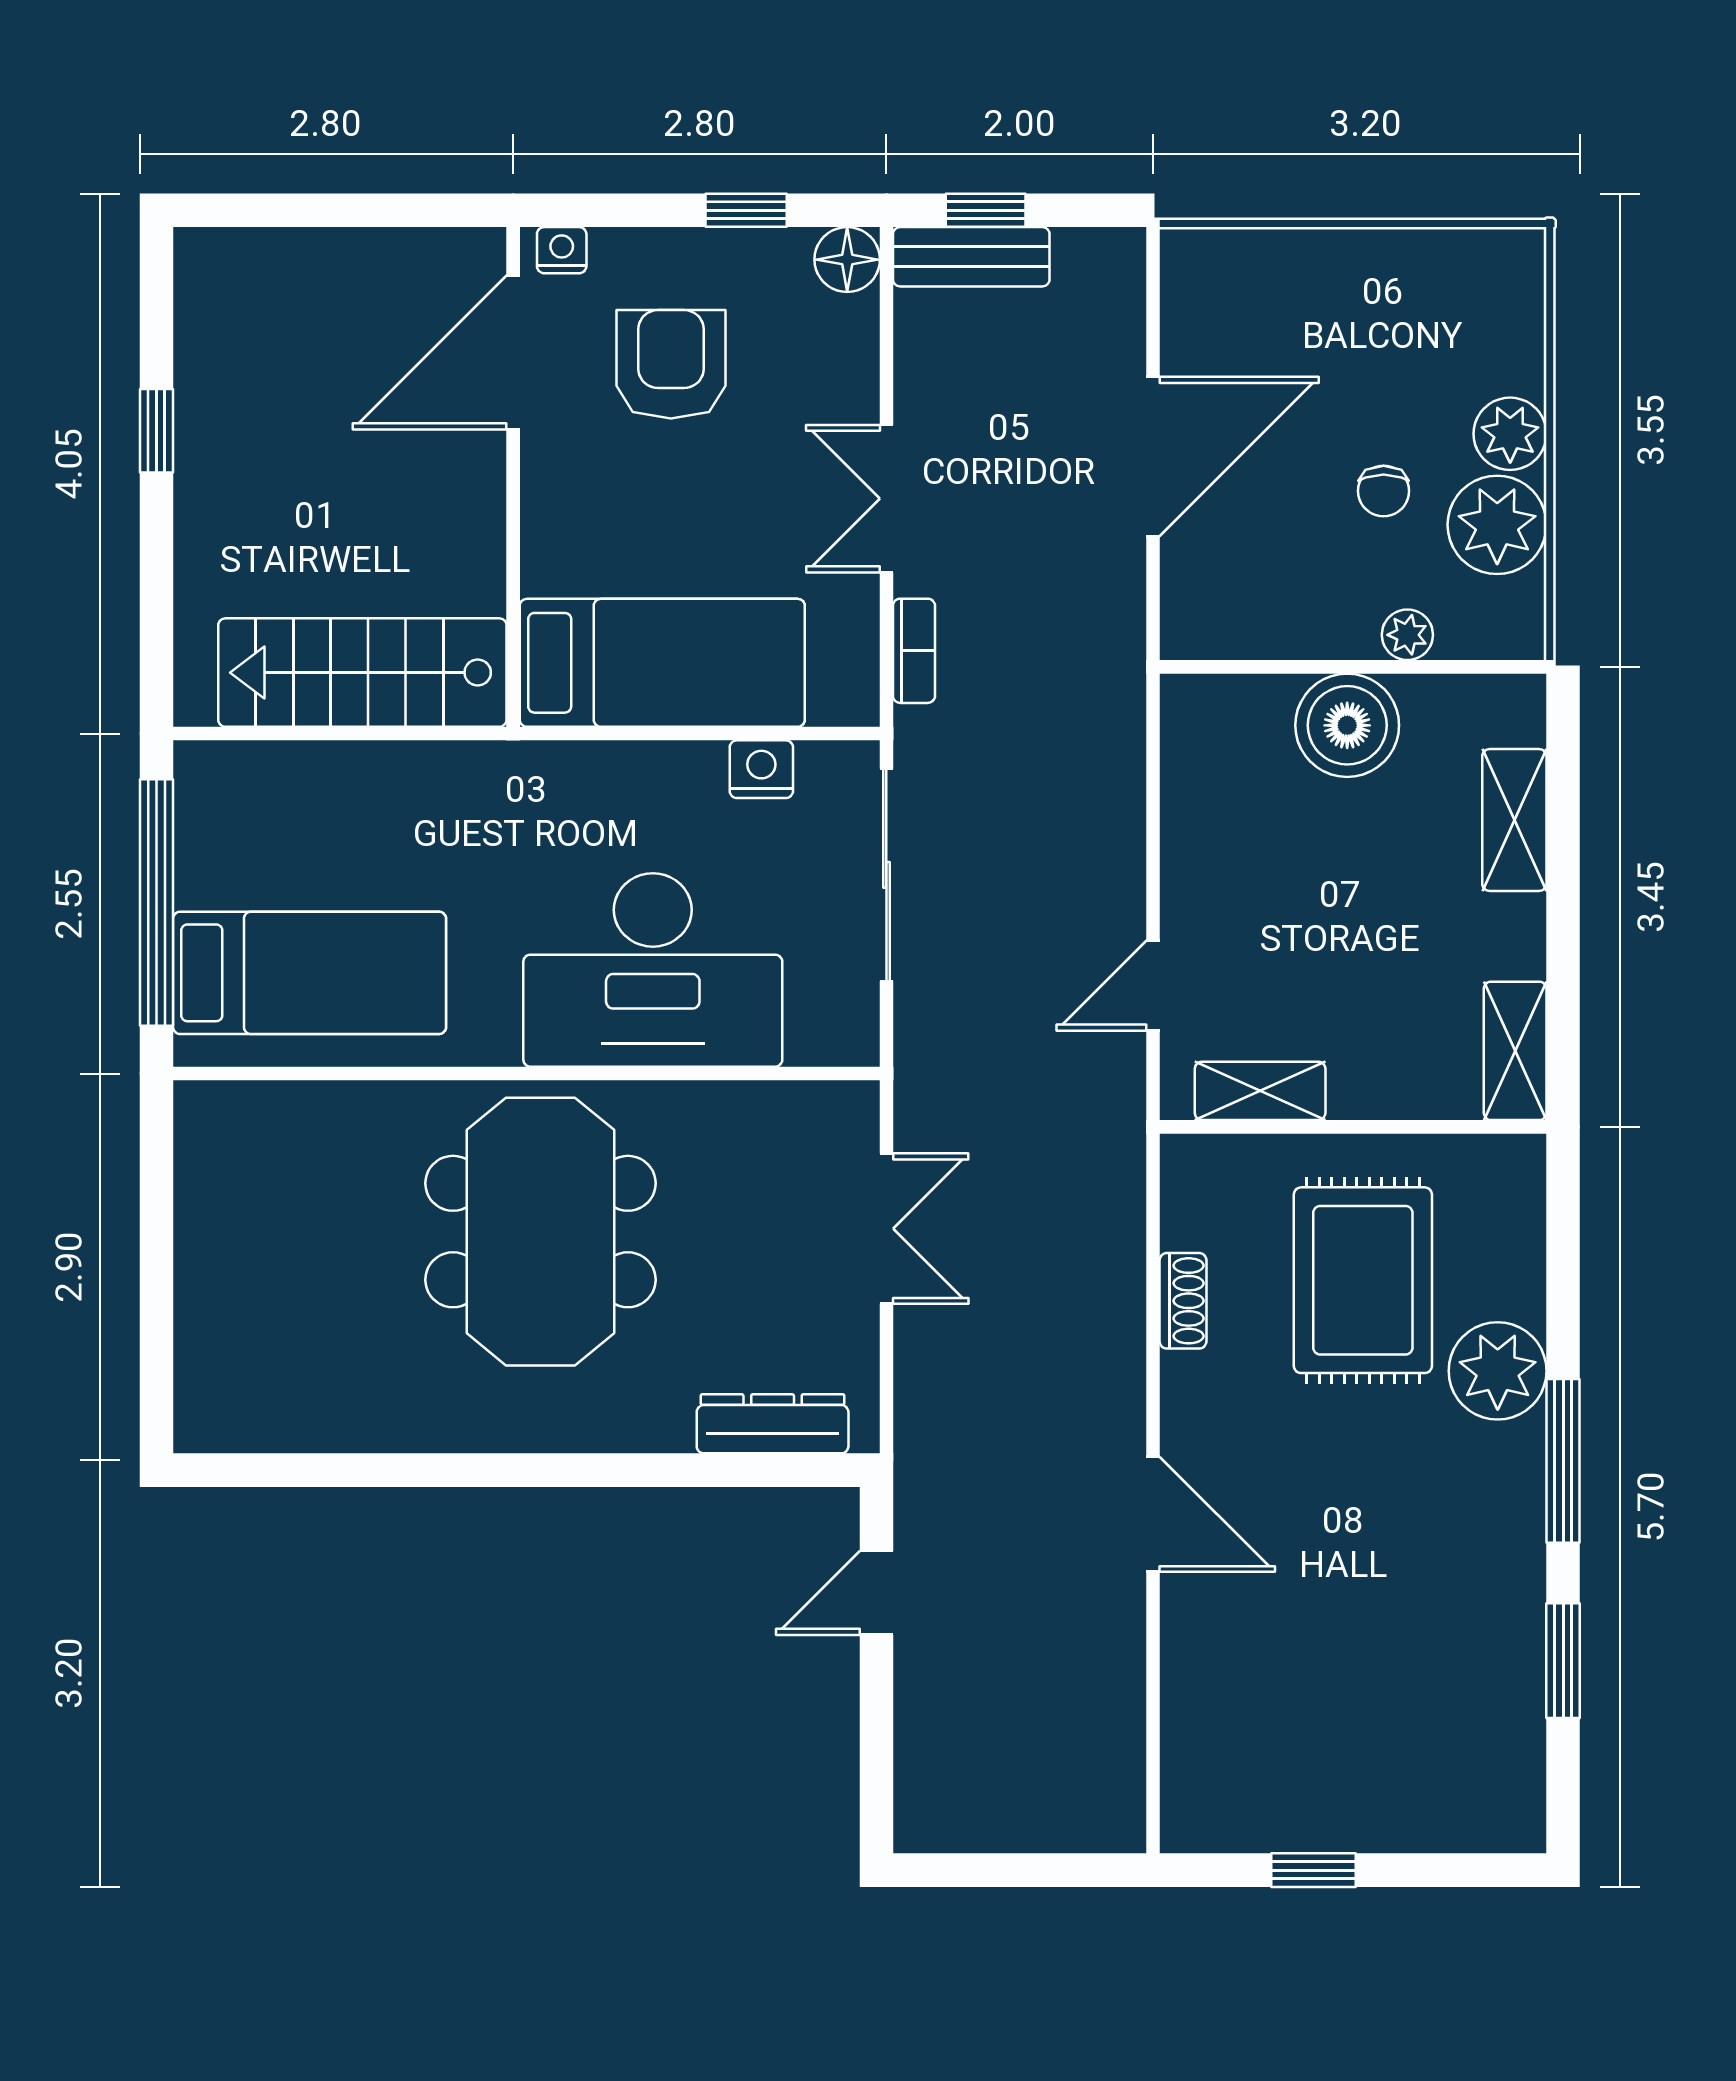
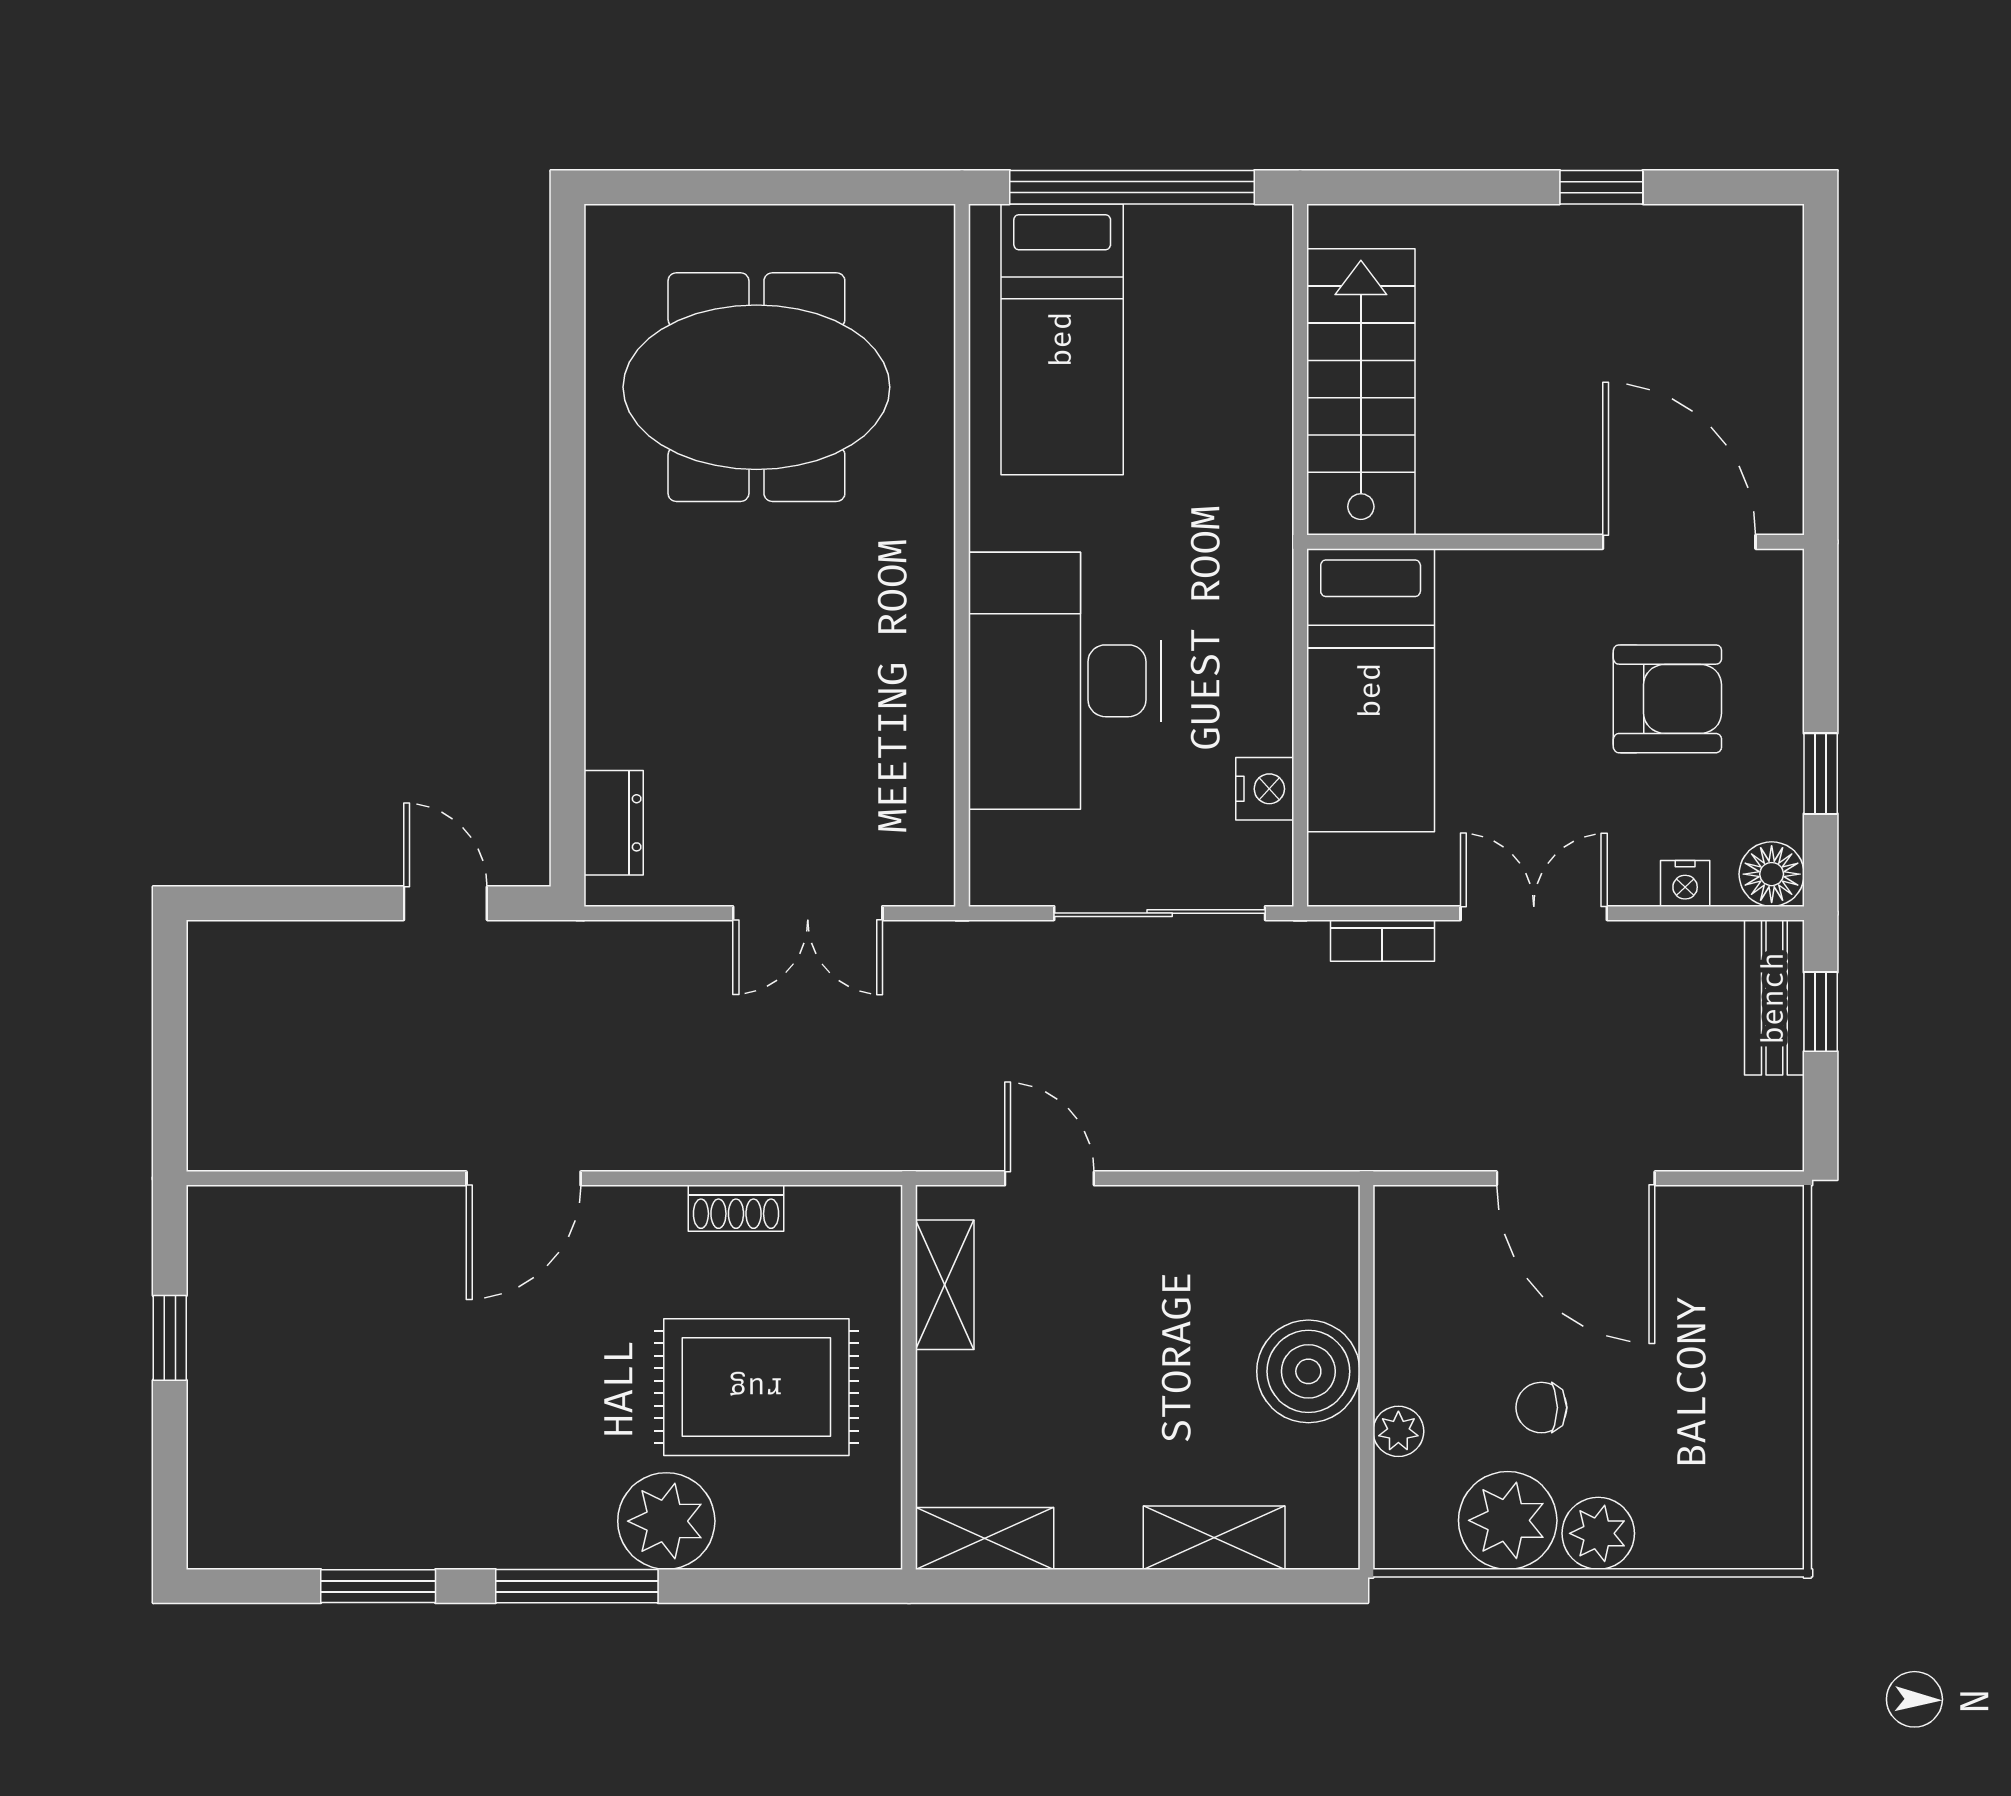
nightstand: (562, 250) -> (1685, 883), moved, turned 90
meeting table: (540, 1232) -> (756, 387), moved
dresser: (773, 1424) -> (614, 823), width x0.70

